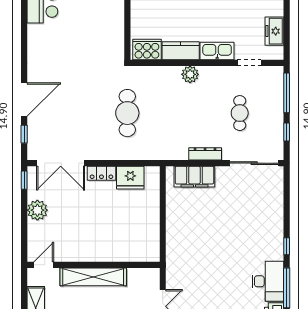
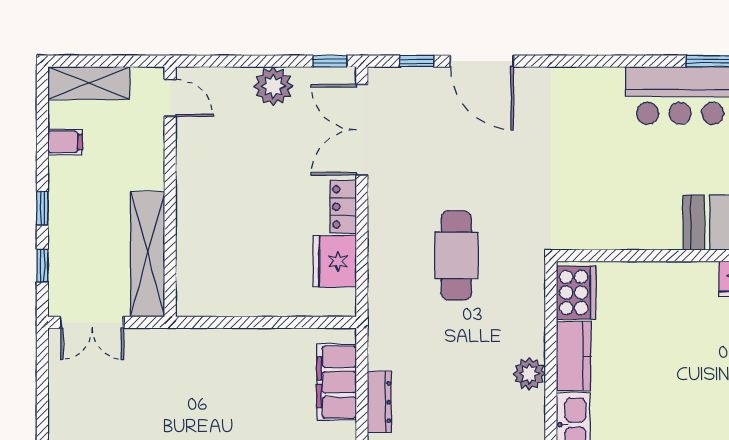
cafe table: (127, 113) -> (456, 255), turned 90
shelving: (93, 277) -> (148, 254), moved

